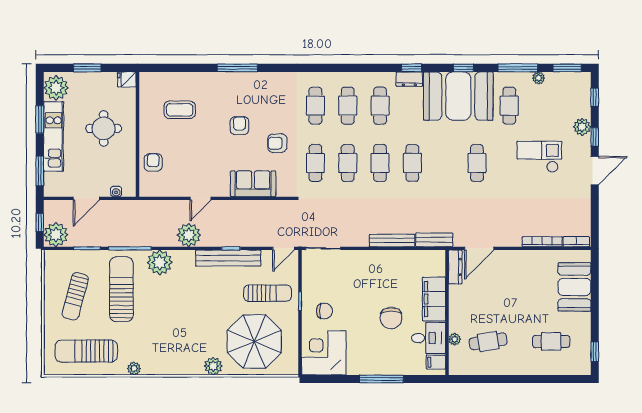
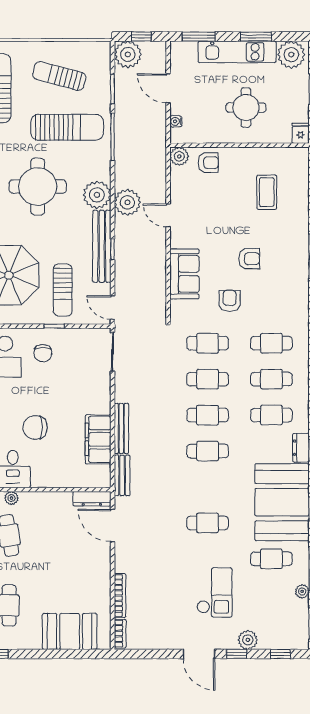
plant: (147, 188) -> (179, 156), added
plant: (160, 262) -> (97, 195), moved
filing cabinet: (434, 299) -> (98, 439), moved, turned -90
round table: (175, 316) -> (38, 187), added

